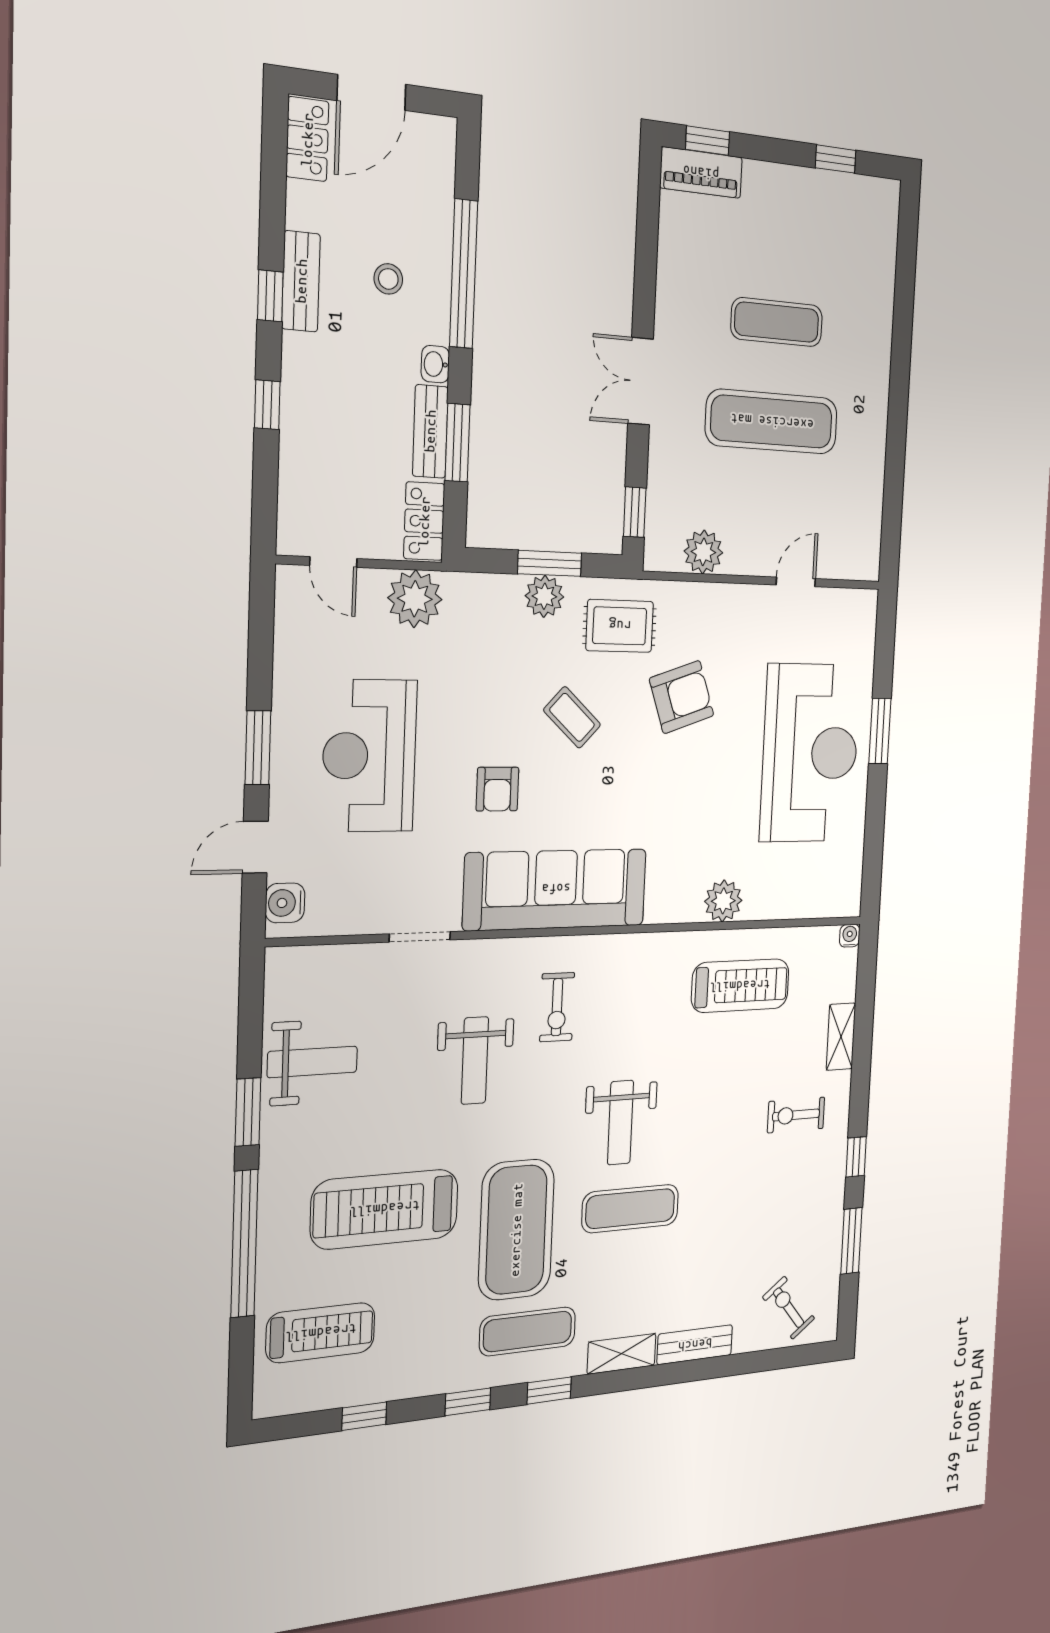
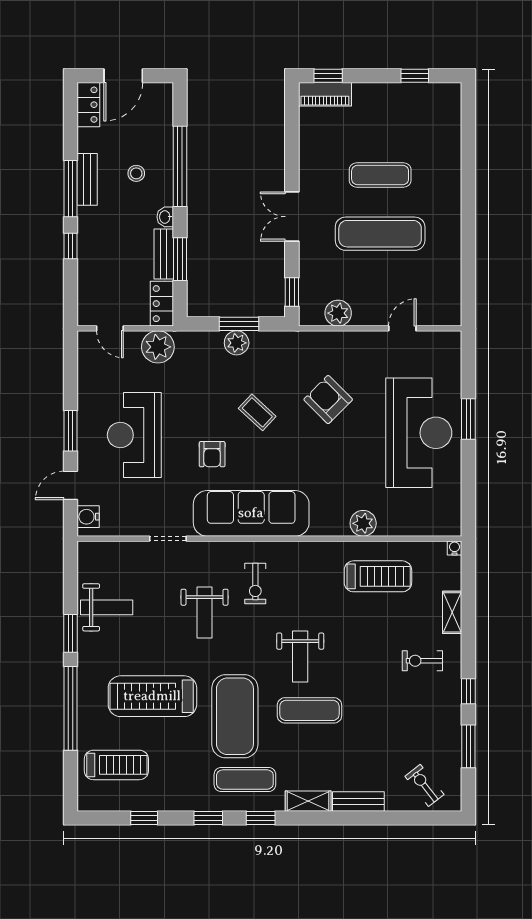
window: (270, 296) -> (70, 189), width x2.17
rug: (620, 626) -> (285, 358), removed
armchair: (682, 697) -> (328, 400), turned -116

